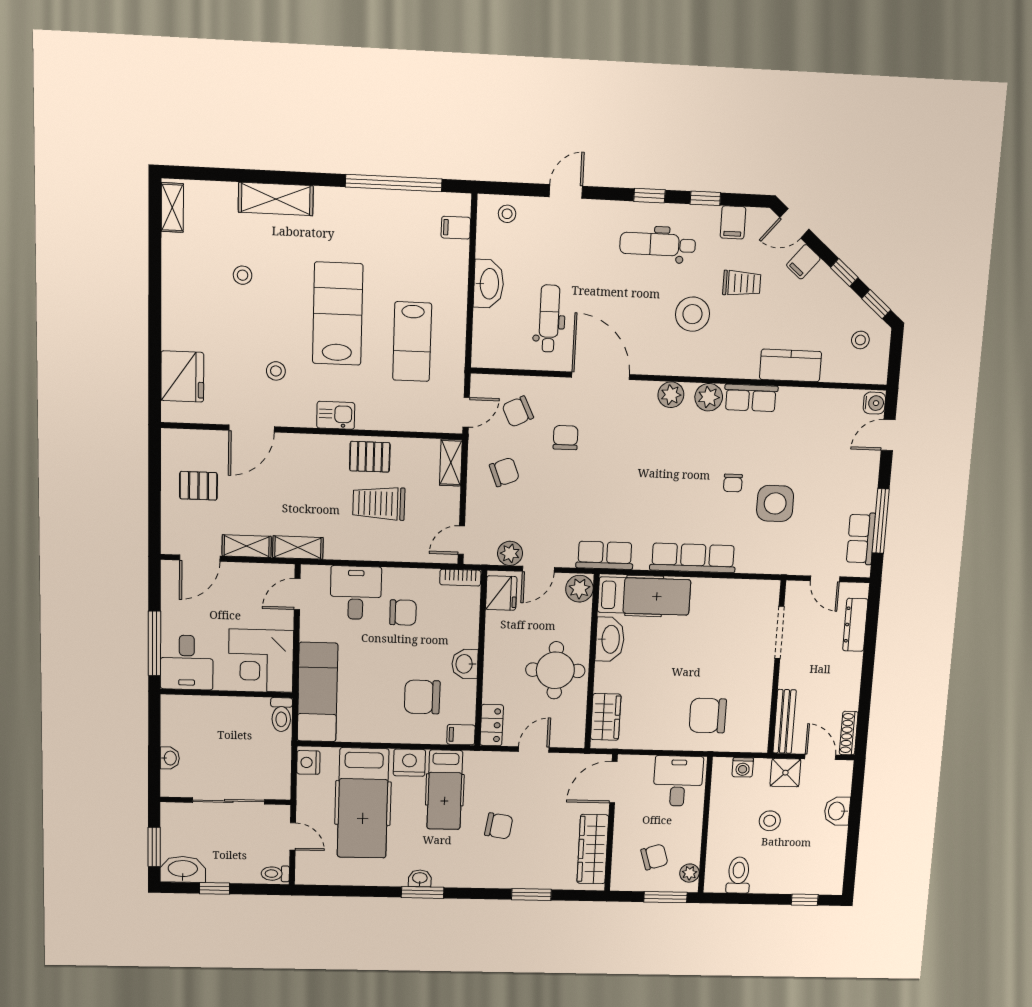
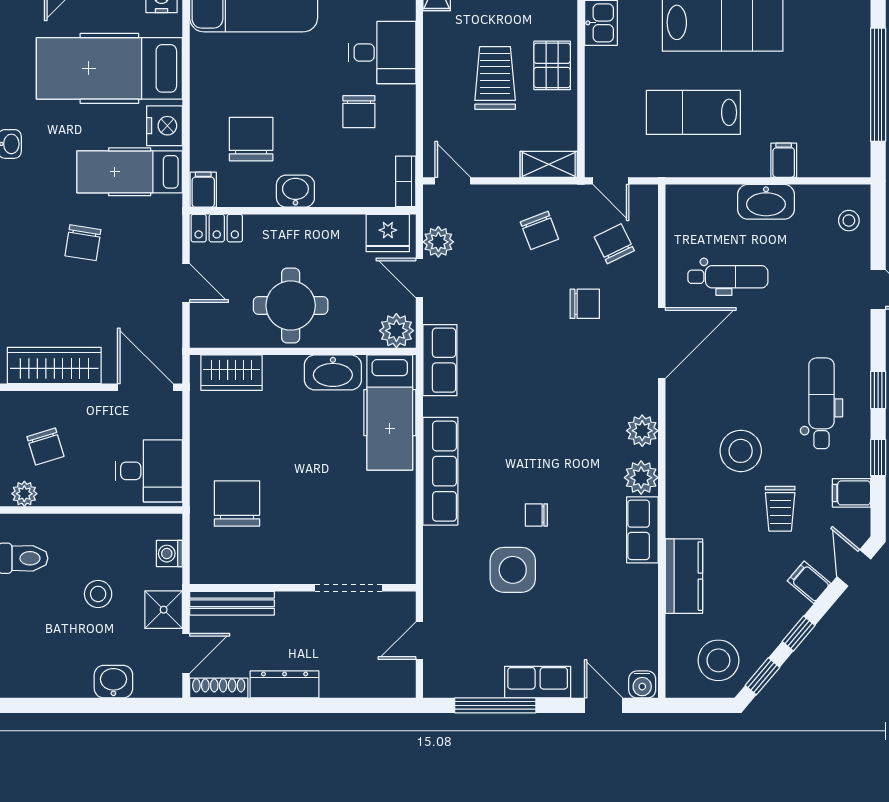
filing cabinet: (456, 228) -> (784, 160), moved
stool: (860, 340) -> (718, 660), width x1.89, depth x1.89
row of seats: (861, 539) -> (538, 682), moved
dresser: (855, 625) -> (285, 684), moved

